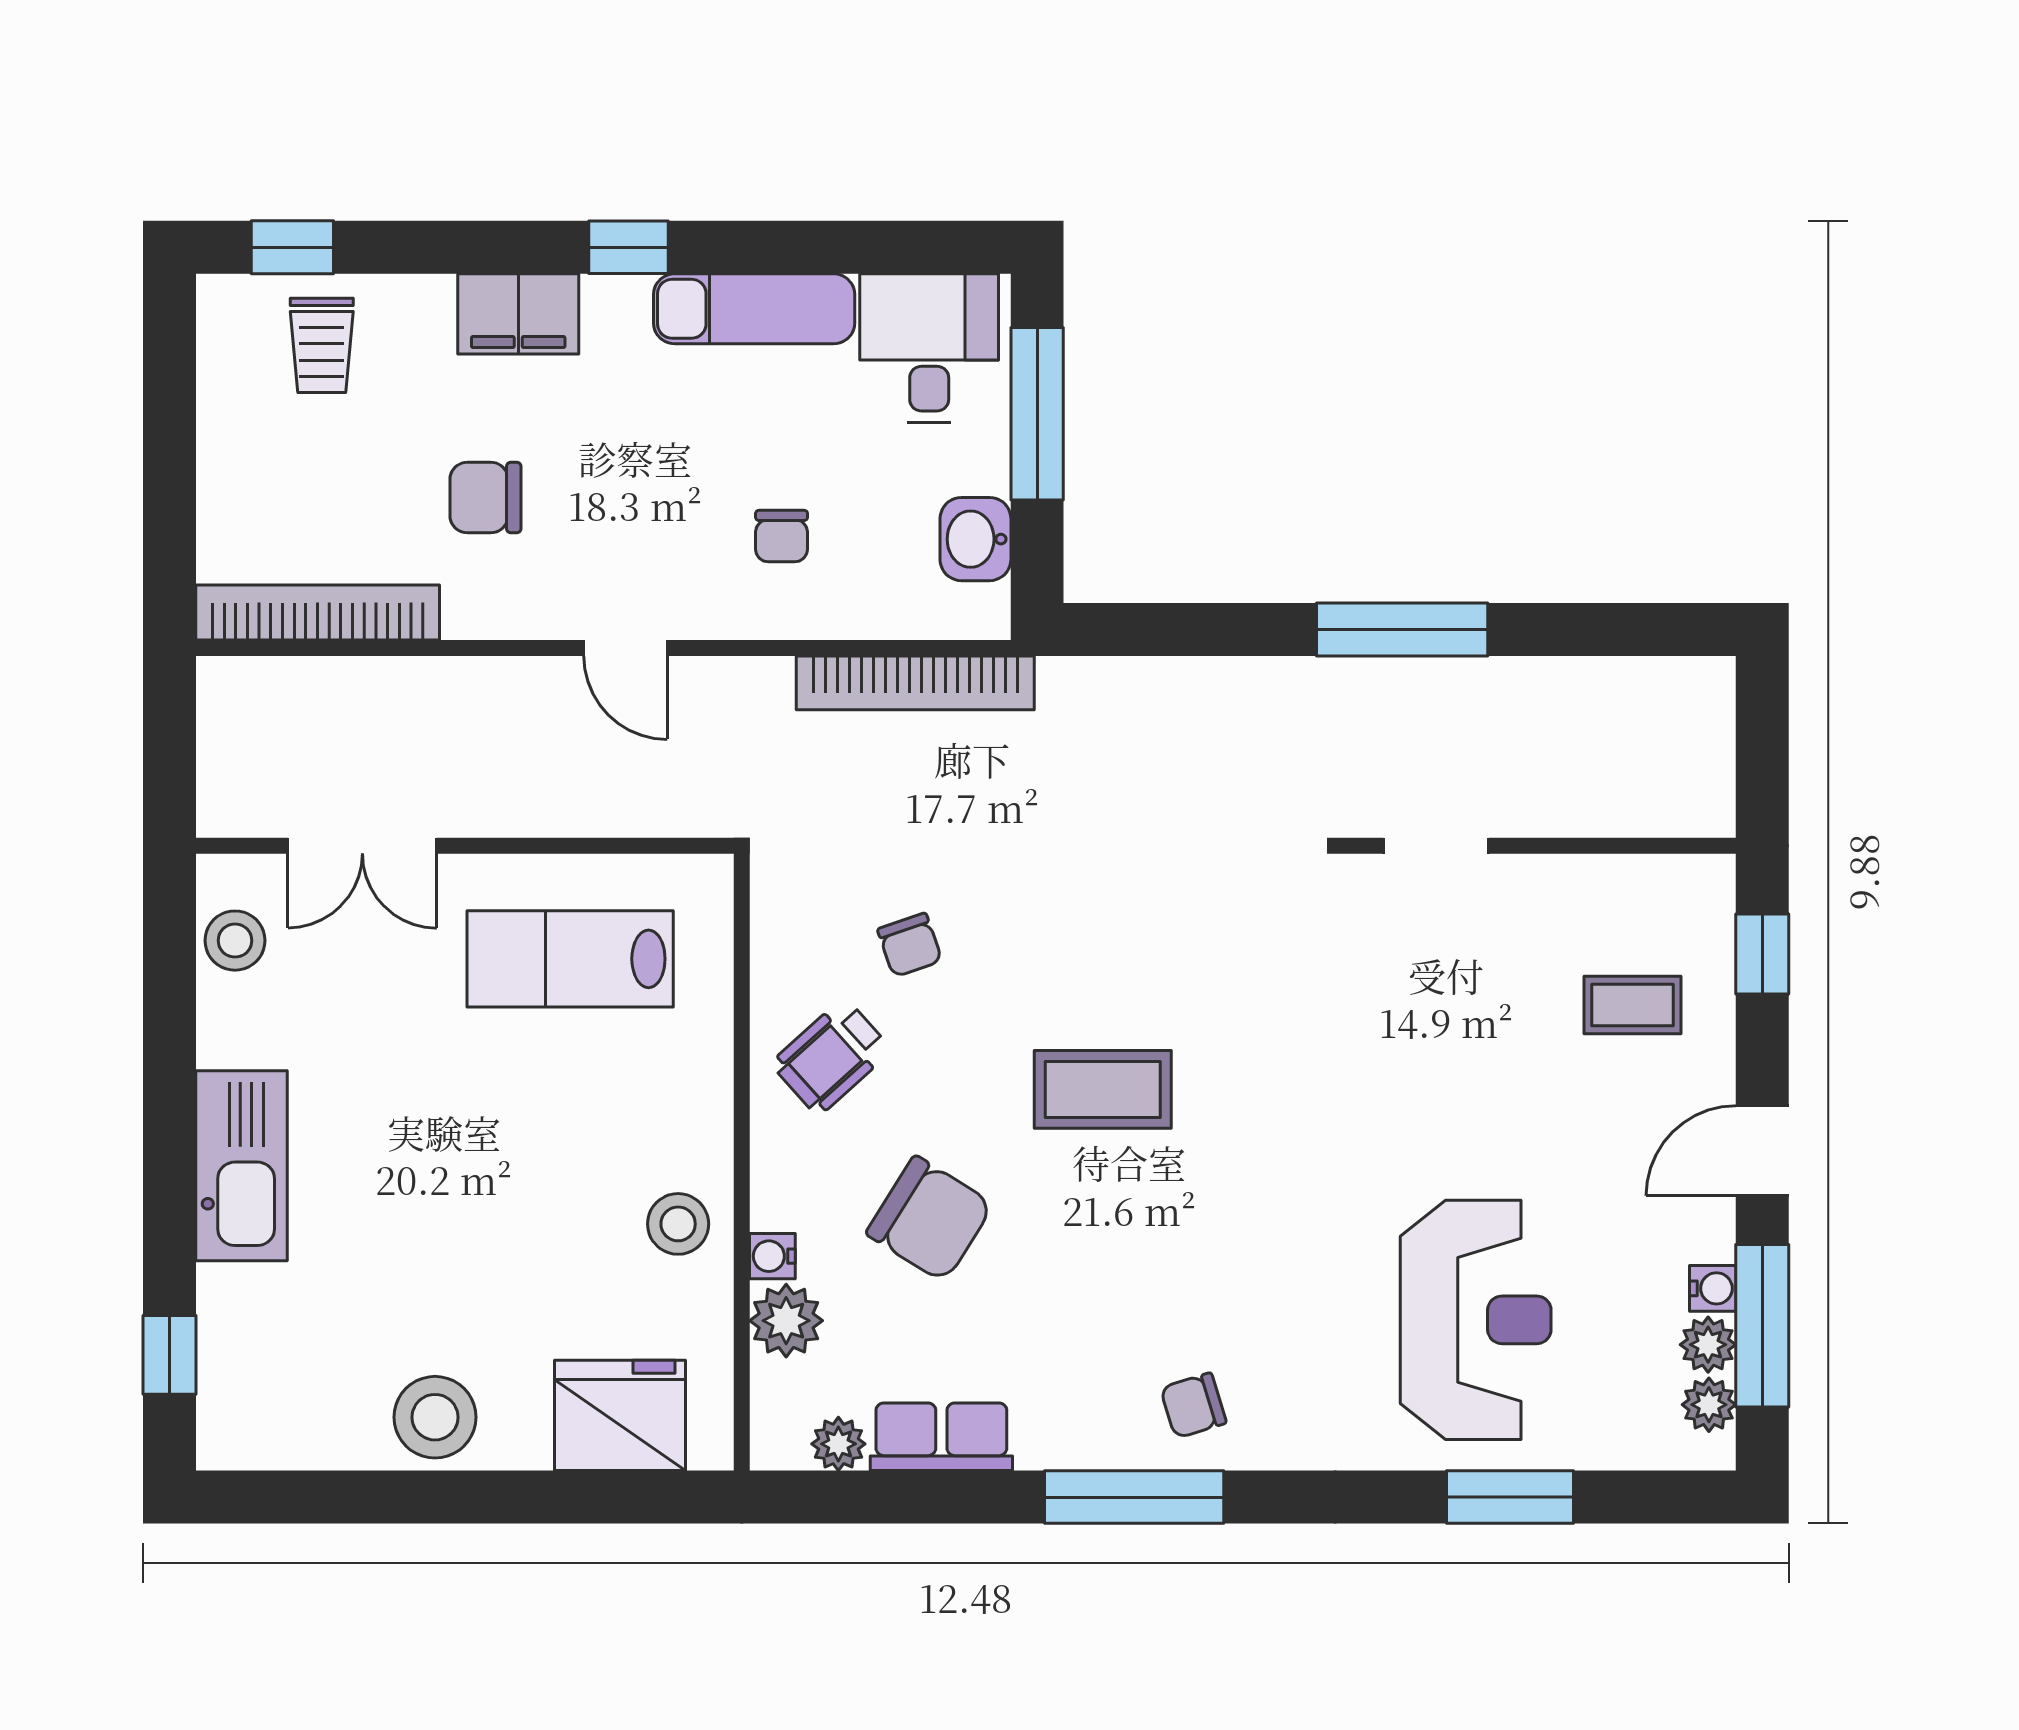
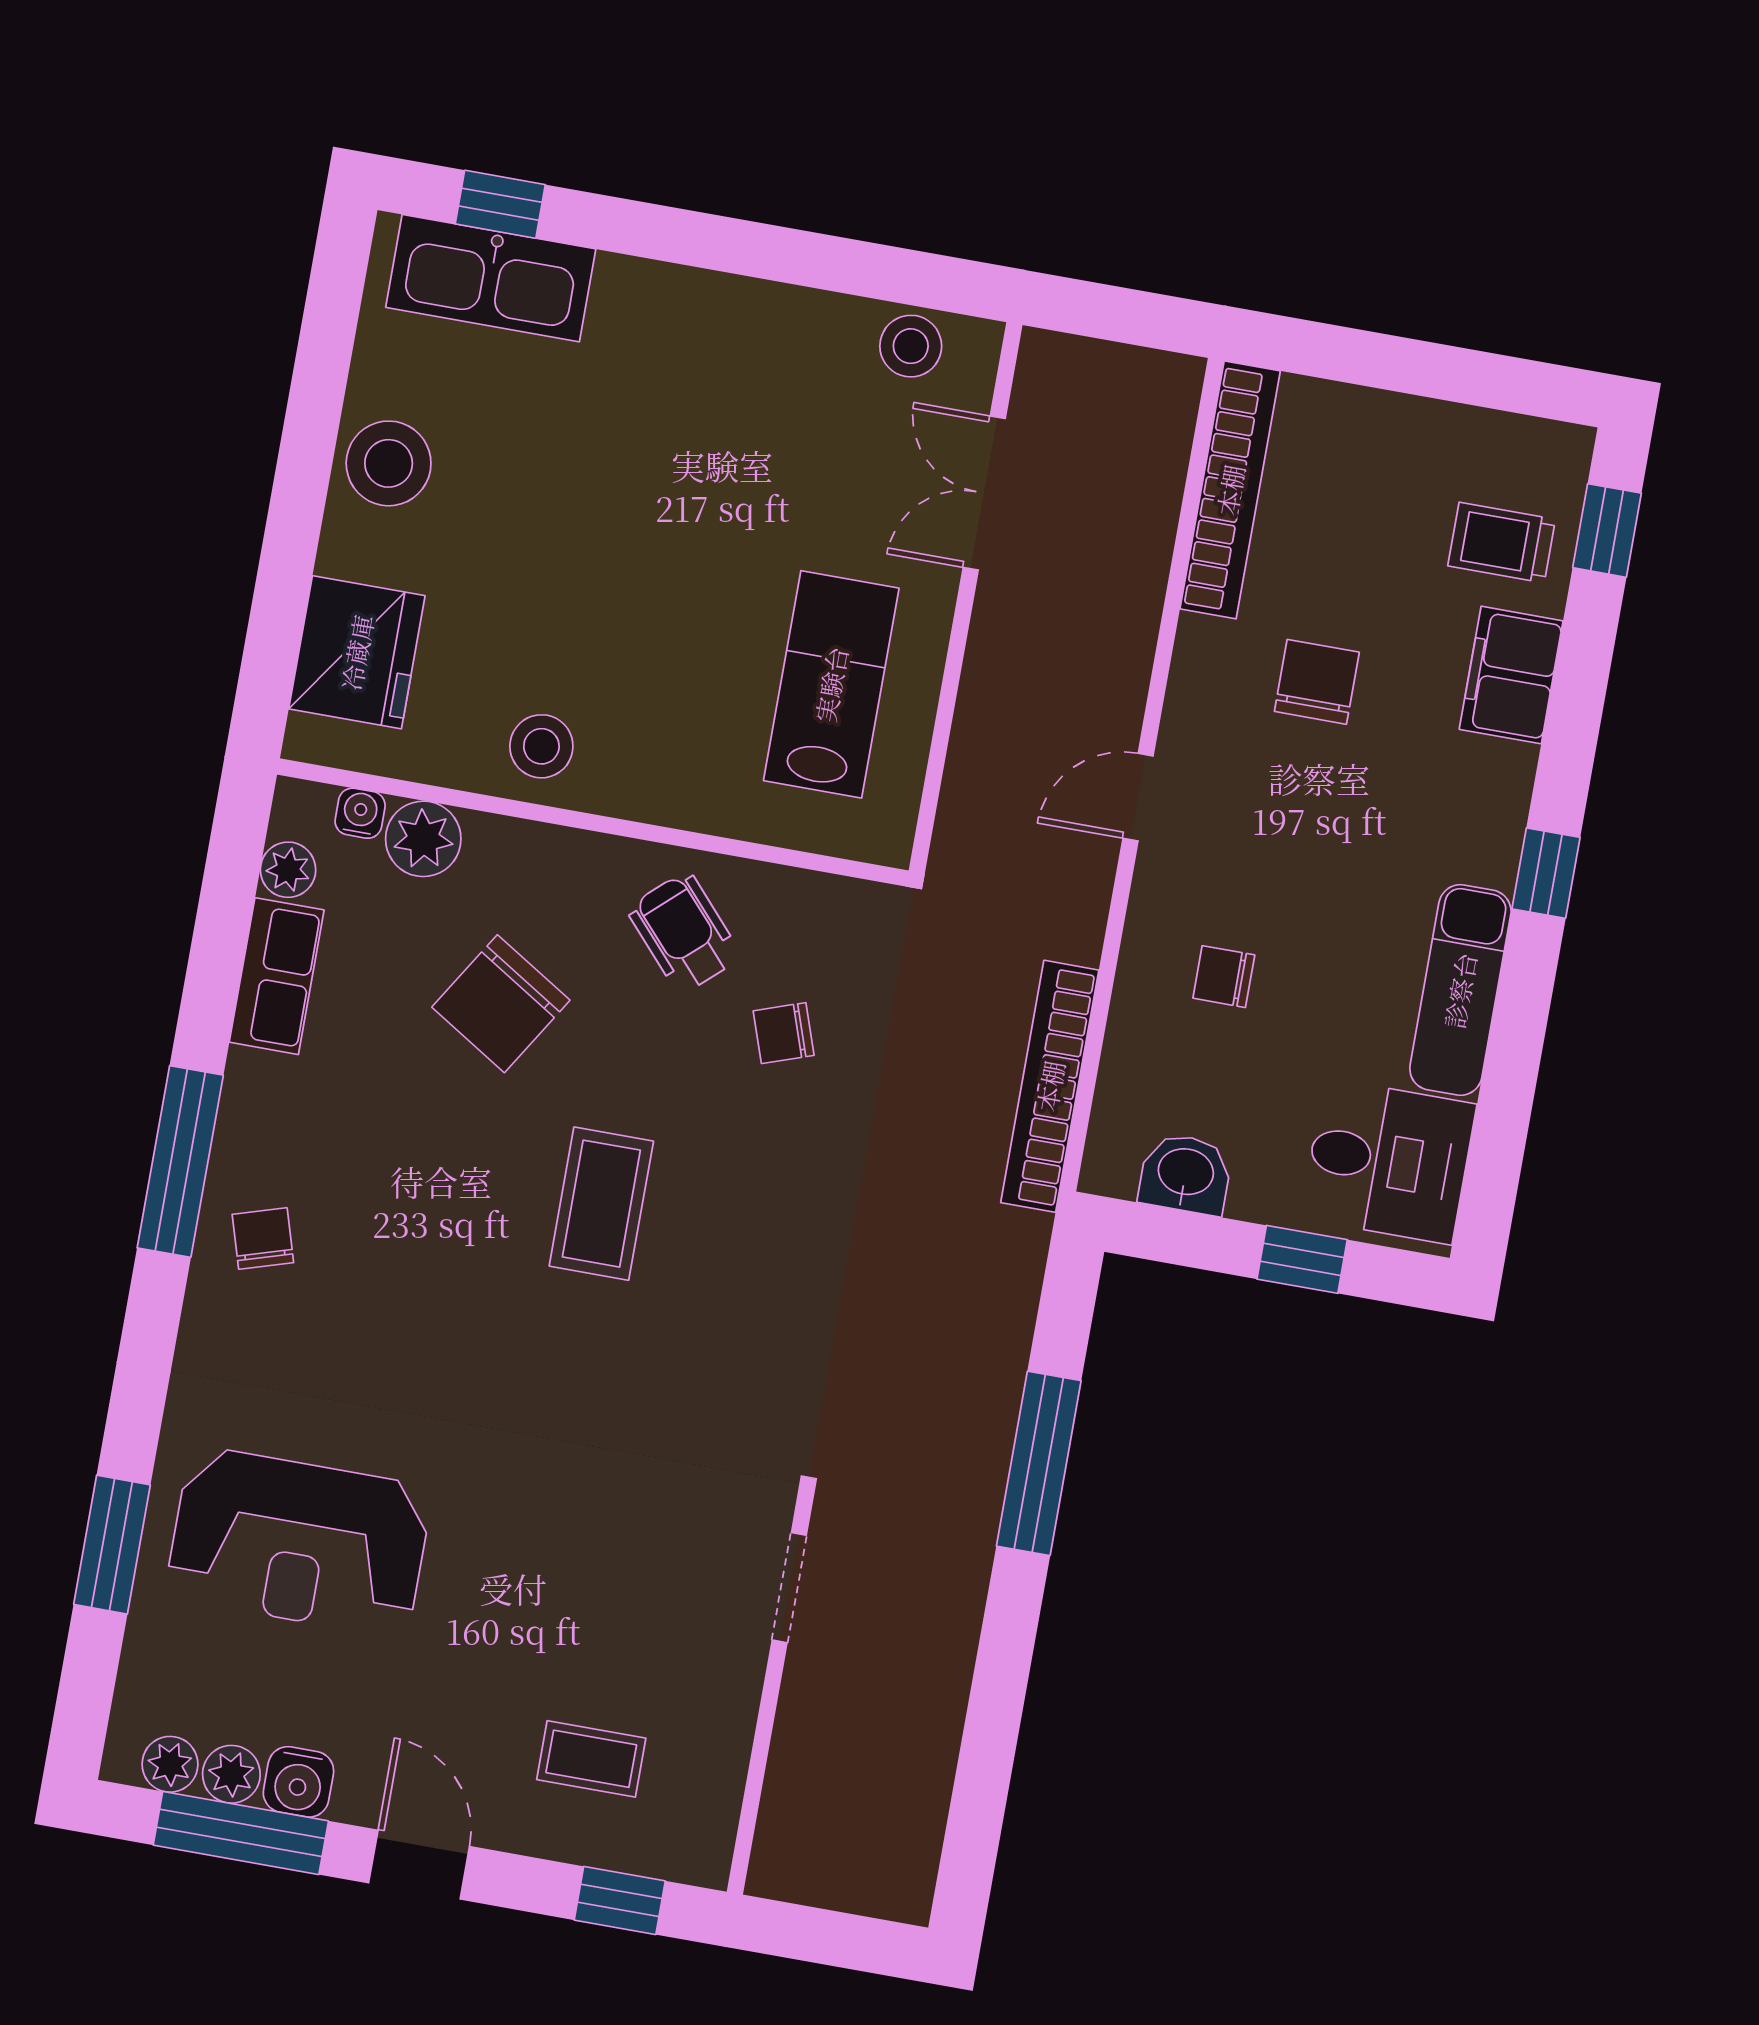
filing cabinet: (518, 314) -> (1511, 675), moved
window: (1037, 414) -> (1302, 1259), width x0.46
window: (1402, 630) -> (1039, 1463), moved
coffee table: (1632, 1005) -> (591, 1759), turned 90
kitchen sink: (242, 1166) -> (491, 278), moved
water cooler: (772, 1256) -> (360, 813), moved
water cooler: (1713, 1288) -> (298, 1782), width x1.38, depth x1.38

